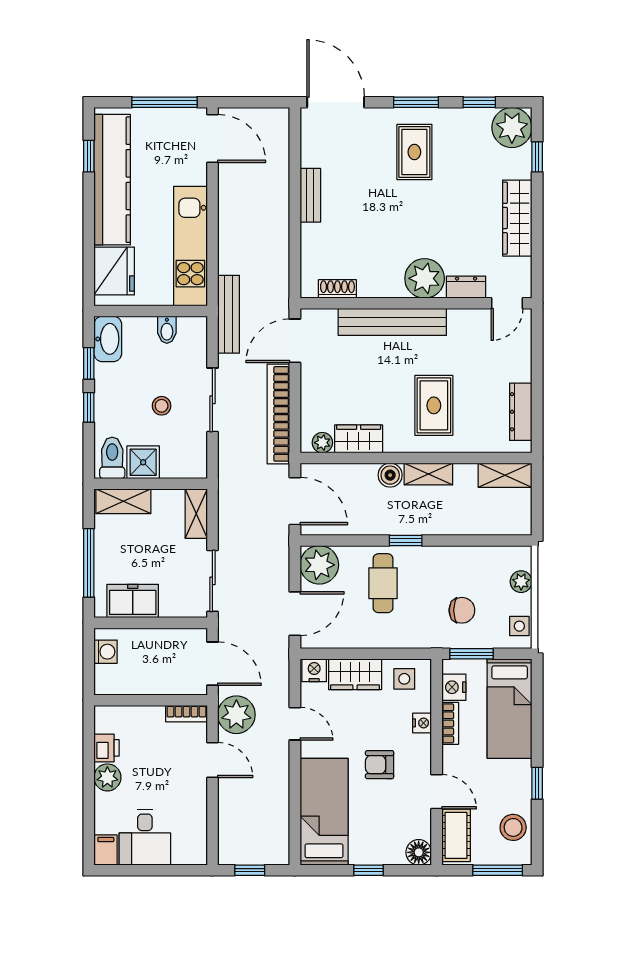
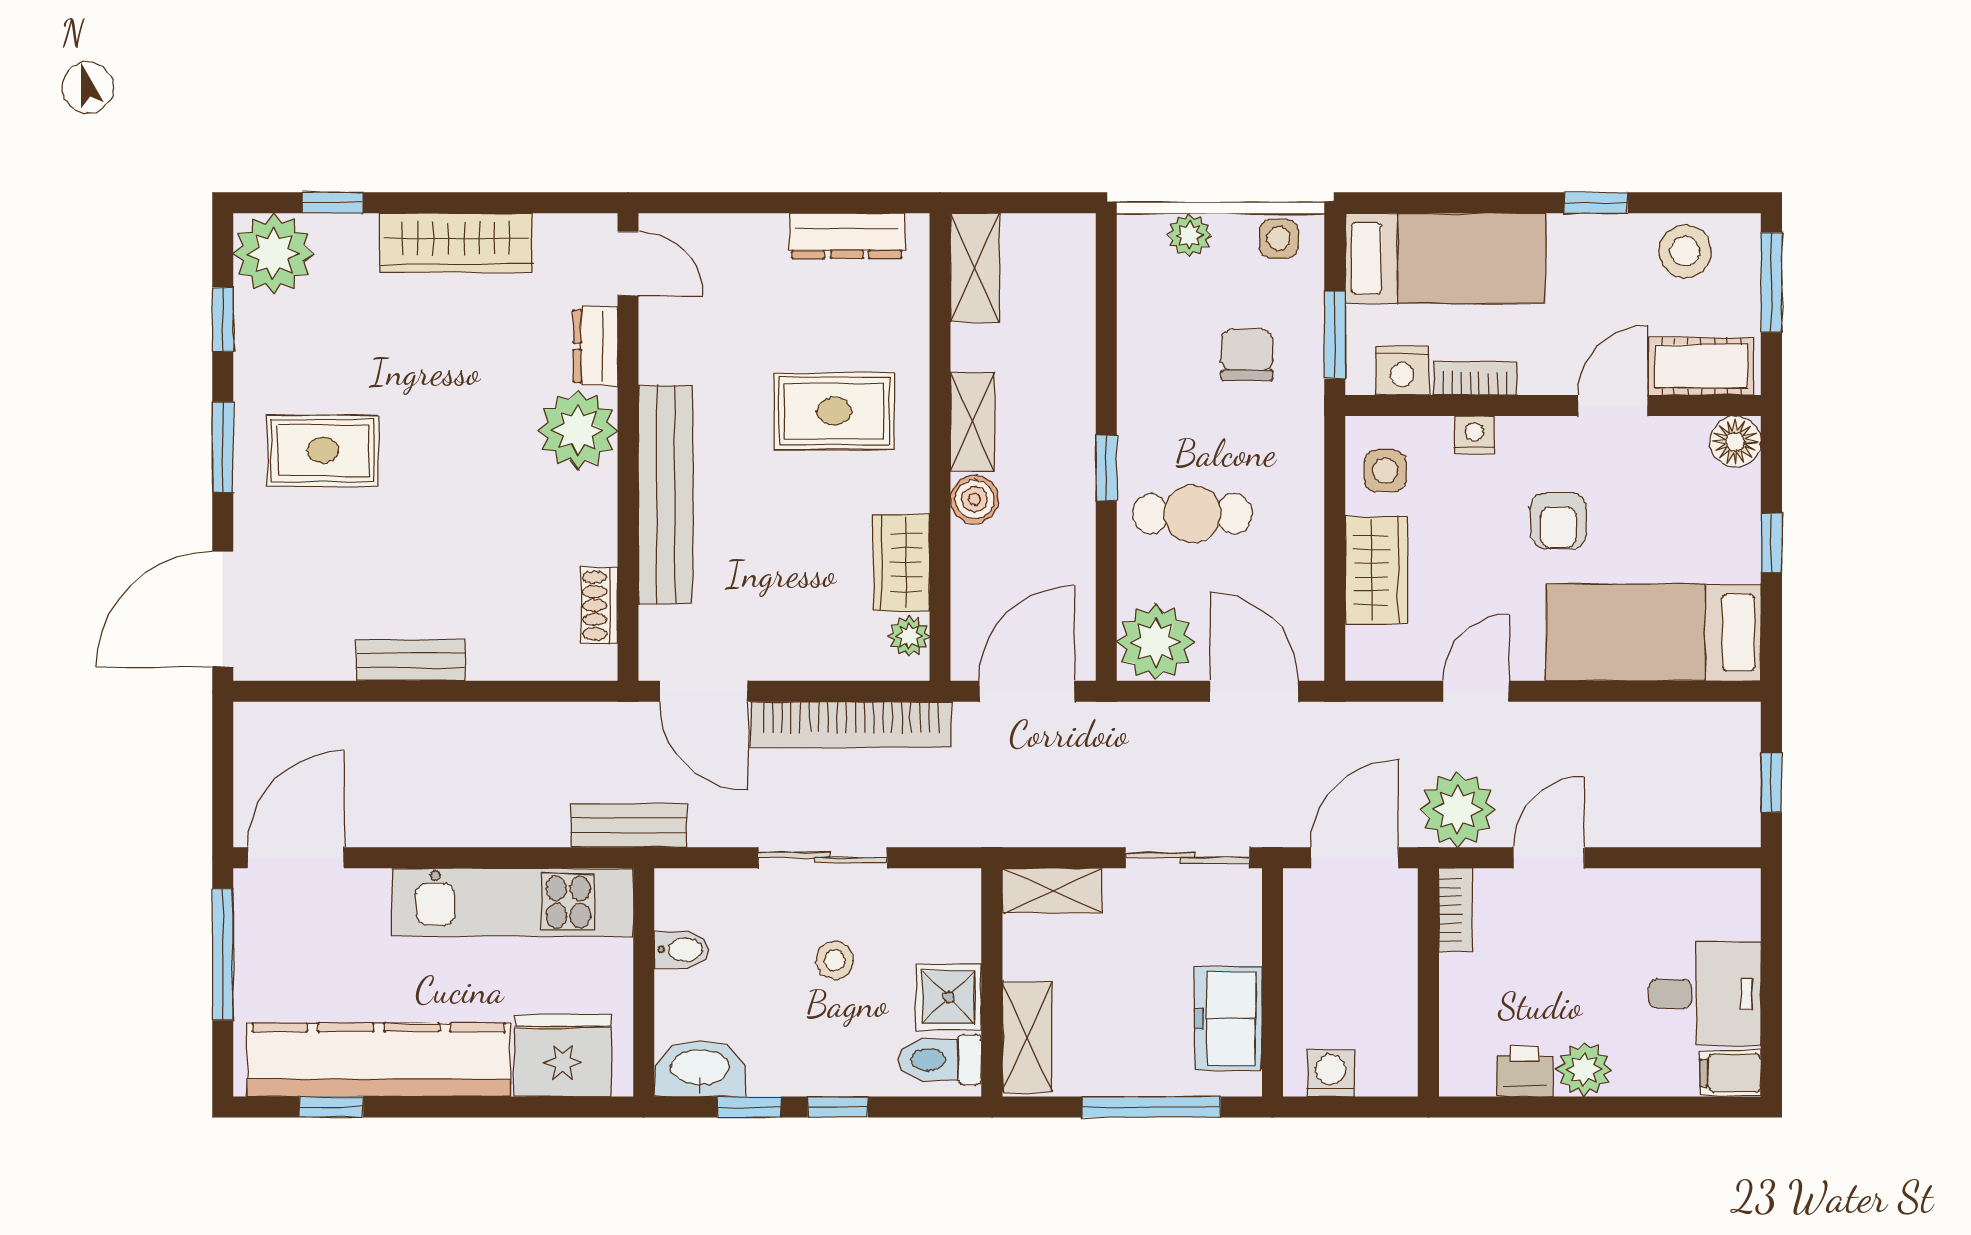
bench: (228, 314) -> (629, 825), width x0.73
nightstand: (314, 670) -> (1368, 653), removed

